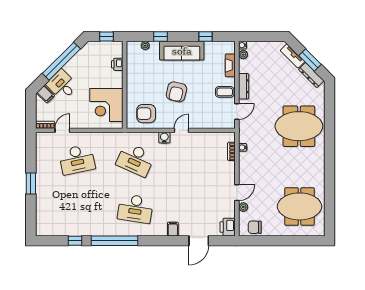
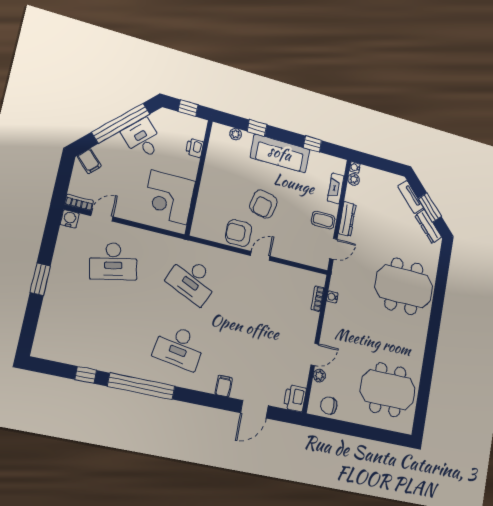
desk: (62, 85) -> (143, 139), moved
armchair: (146, 114) -> (239, 233), moved
water cooler: (164, 138) -> (70, 219), moved

